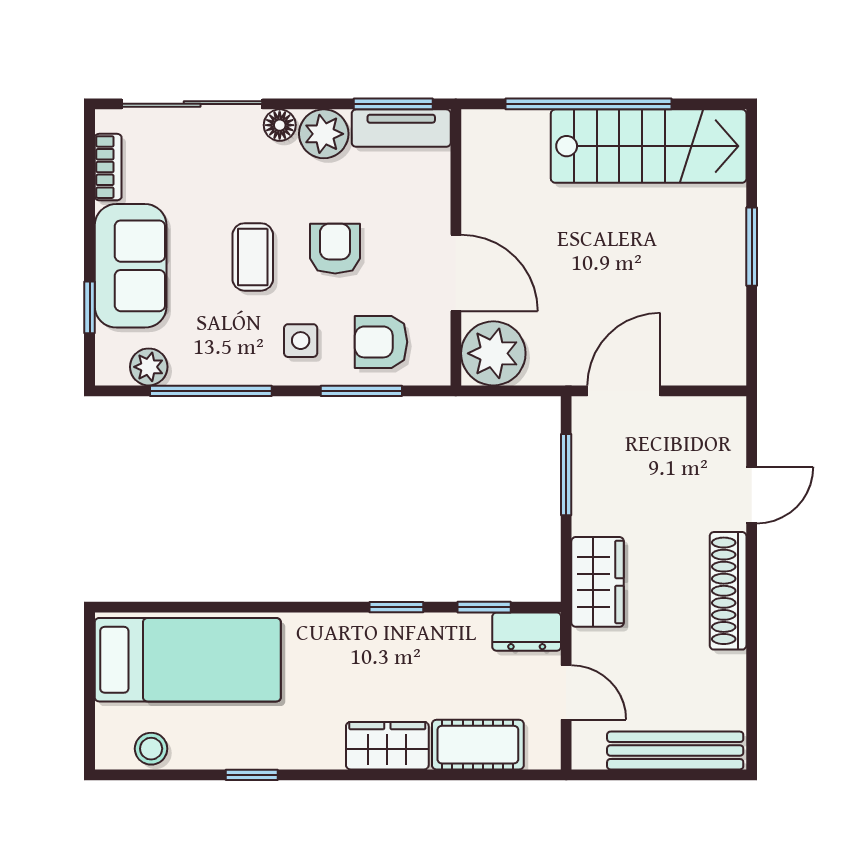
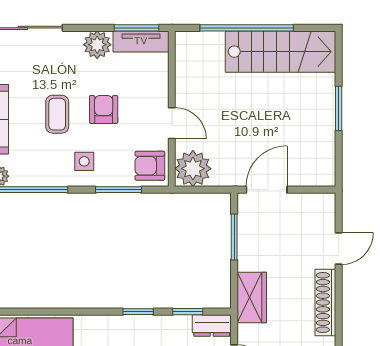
floor lamp: (280, 125) -> (72, 40), removed
door: (456, 273) -> (172, 123), width x0.73
armchair: (381, 342) -> (150, 166), moved

